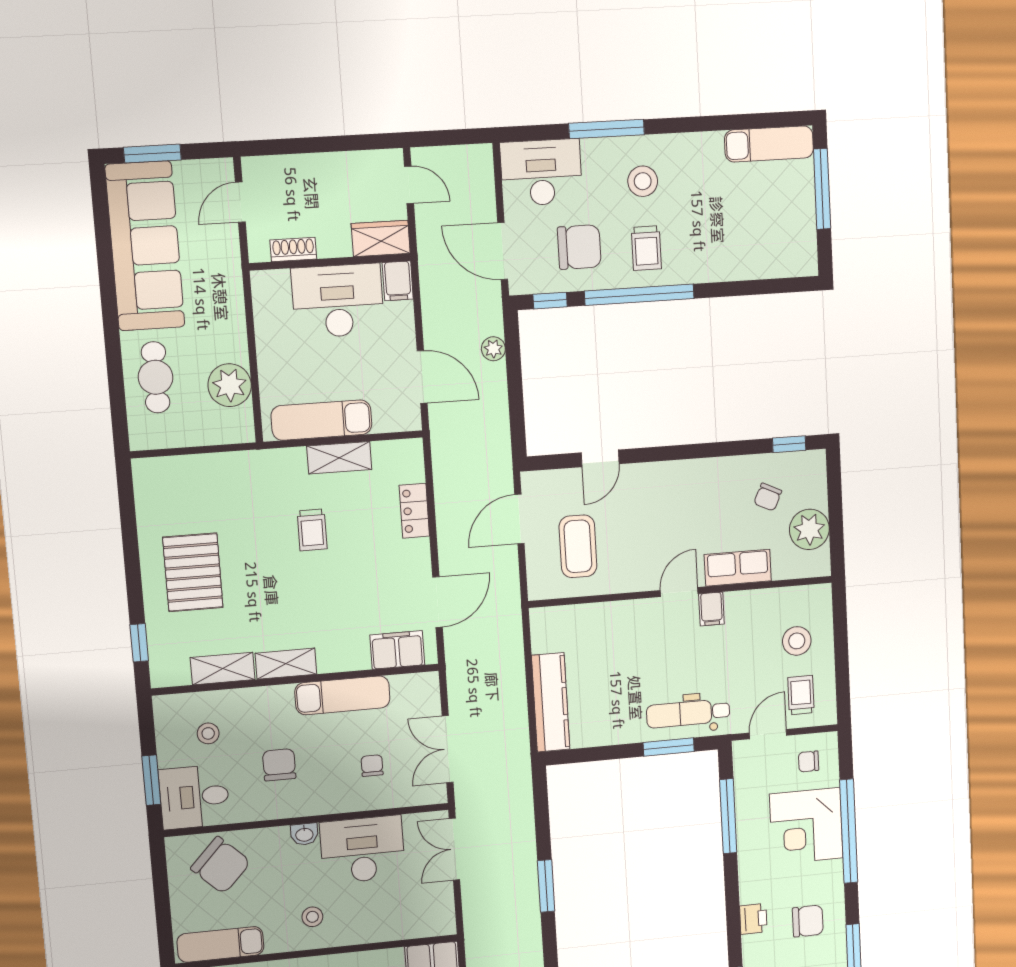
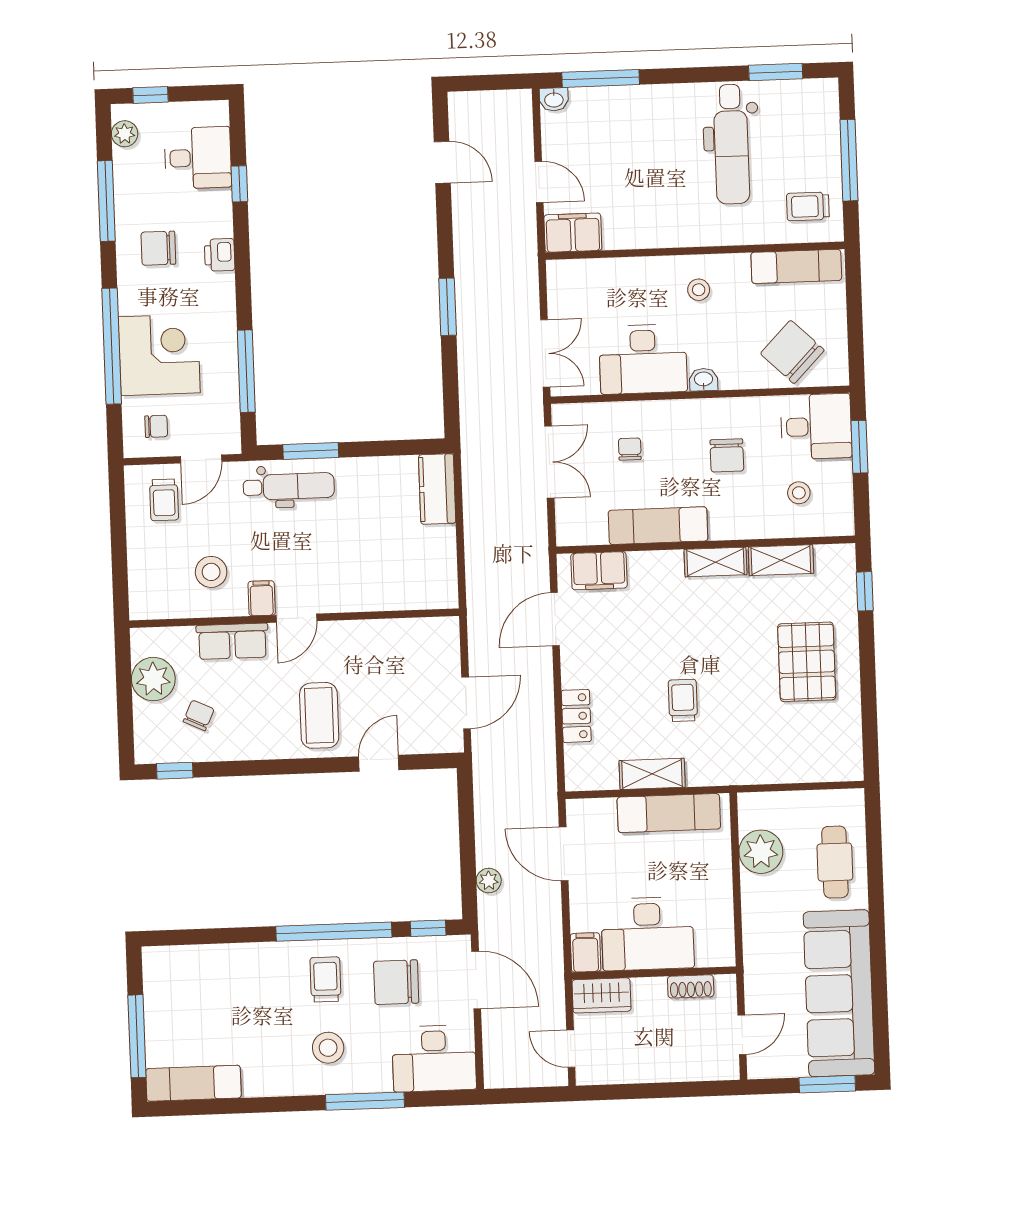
coffee table: (578, 546) -> (319, 715), moved
stool: (797, 641) -> (211, 572), moved
kitchen counter: (551, 702) -> (437, 489), width x0.67
chair: (372, 766) -> (630, 449), turned 180

